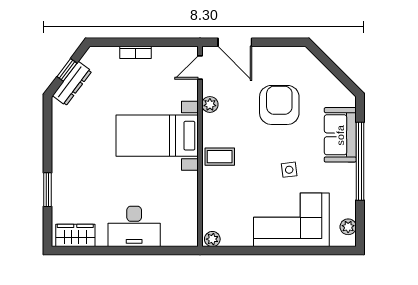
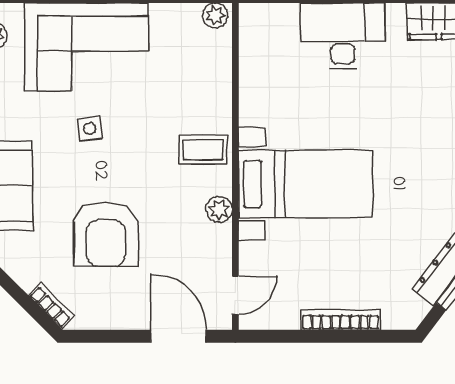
bookcase: (136, 52) -> (340, 320), width x1.56
bookcase: (313, 61) -> (52, 305), added
plant: (210, 104) -> (219, 209), moved

